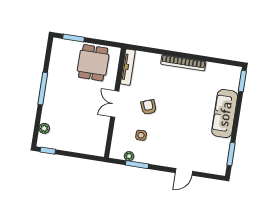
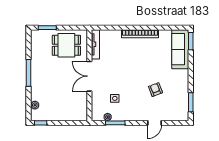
dining table: (93, 63) -> (66, 45), turned 90
double door: (115, 104) -> (89, 76), width x1.37
armchair: (148, 107) -> (155, 90), moved
sofa: (225, 114) -> (180, 49), moved

